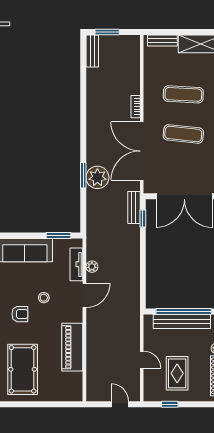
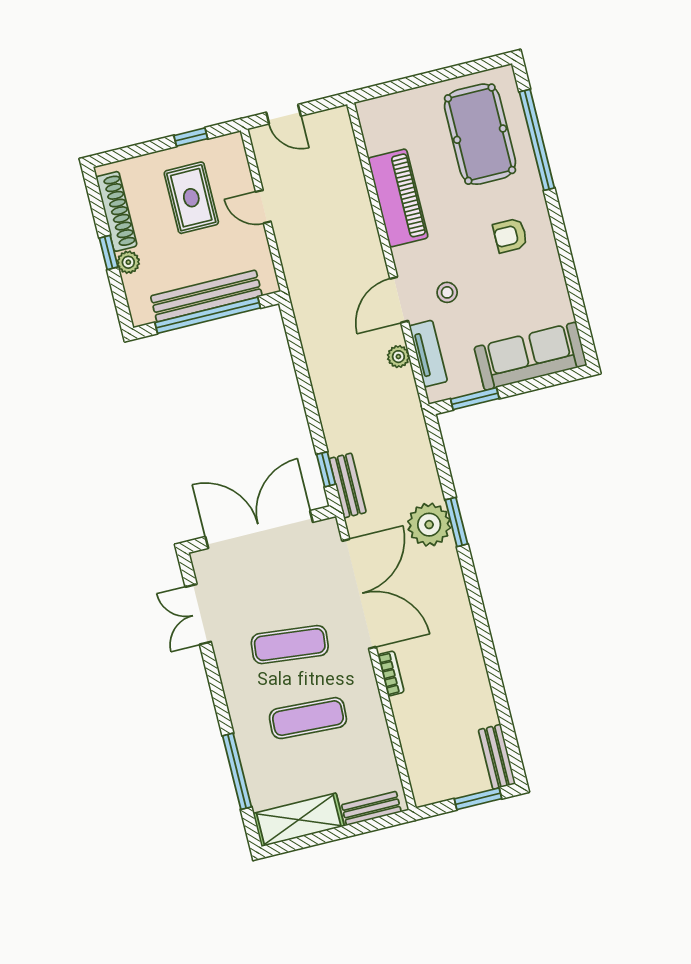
stool: (44, 298) -> (447, 292), moved

